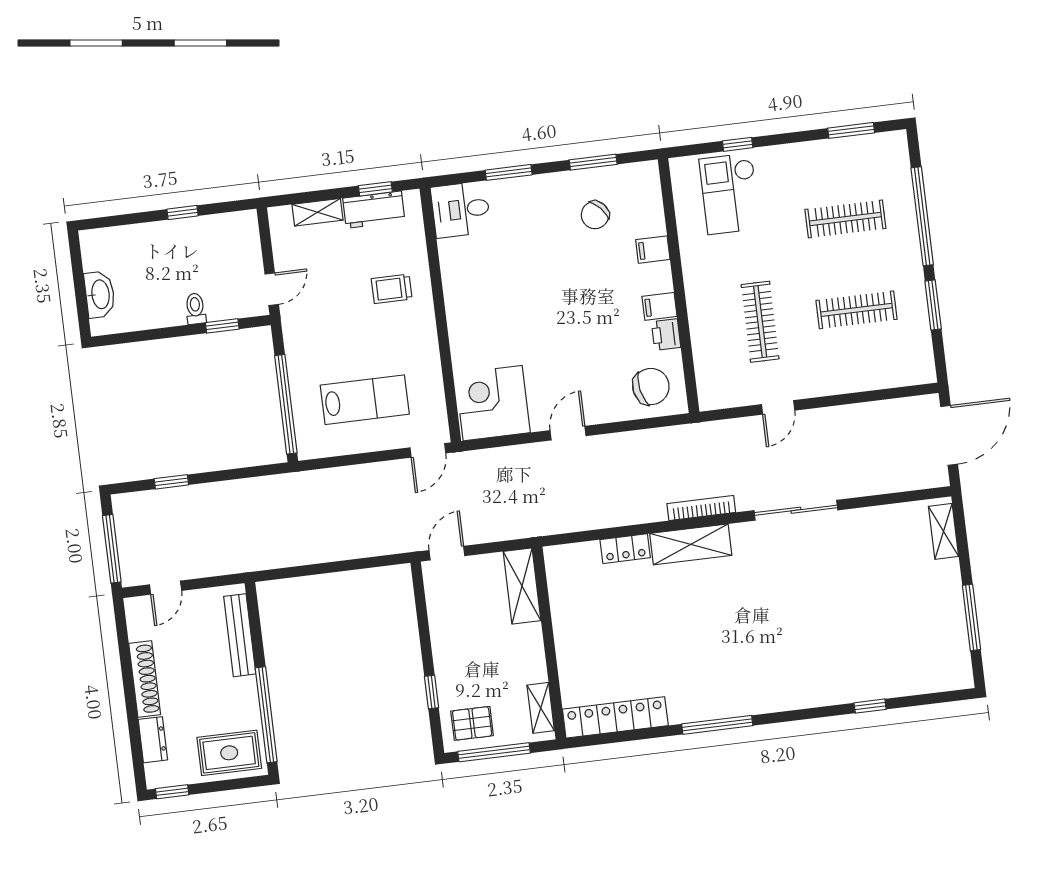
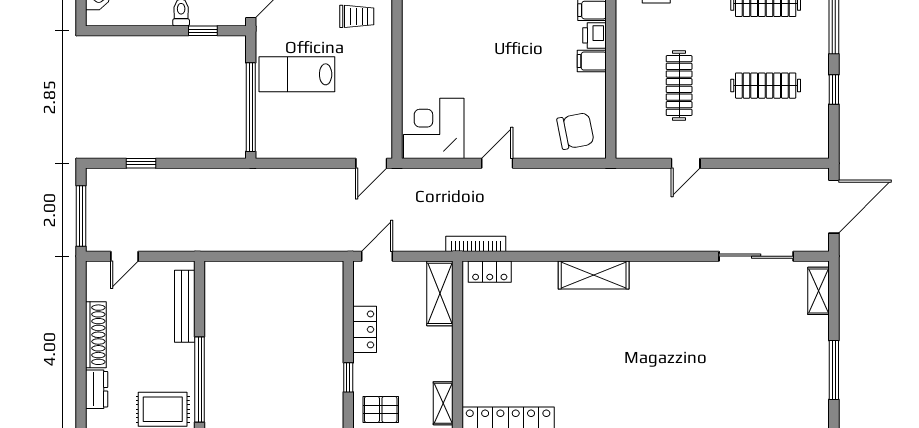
trolley: (392, 289) -> (357, 16), turned 180
window: (933, 305) -> (834, 90), width x0.67
printer: (666, 335) -> (594, 35), moved
lab bench: (365, 400) -> (297, 74), moved, turned 180
bookcase: (701, 508) -> (476, 244), moved
sliding door: (796, 510) -> (756, 256), moved
locker: (625, 549) -> (490, 272), moved
locker: (443, 636) -> (365, 329), added

